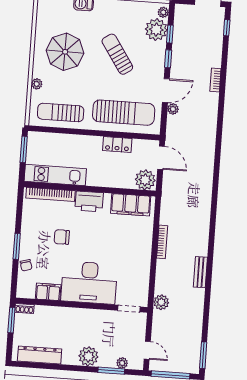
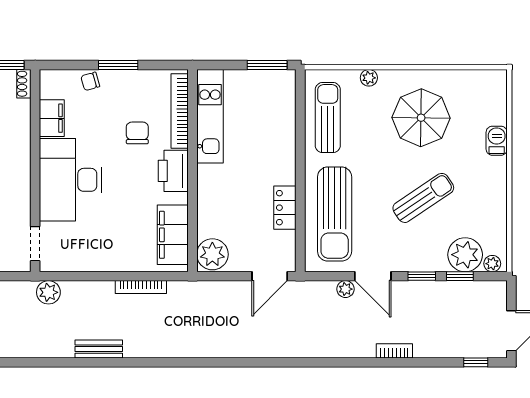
kitchen unit: (55, 175) -> (210, 116), moved
plant: (145, 180) -> (212, 254), moved
wall: (90, 189) -> (192, 171), moved
bookcase: (50, 194) -> (180, 111), moved
printer: (89, 201) -> (173, 171), moved
filing cabinet: (131, 205) -> (173, 235), moved

